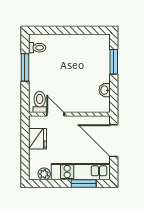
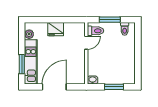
toilet: (40, 102) -> (95, 31), moved
door: (55, 114) -> (86, 43), moved
wall: (69, 114) -> (86, 53), moved

